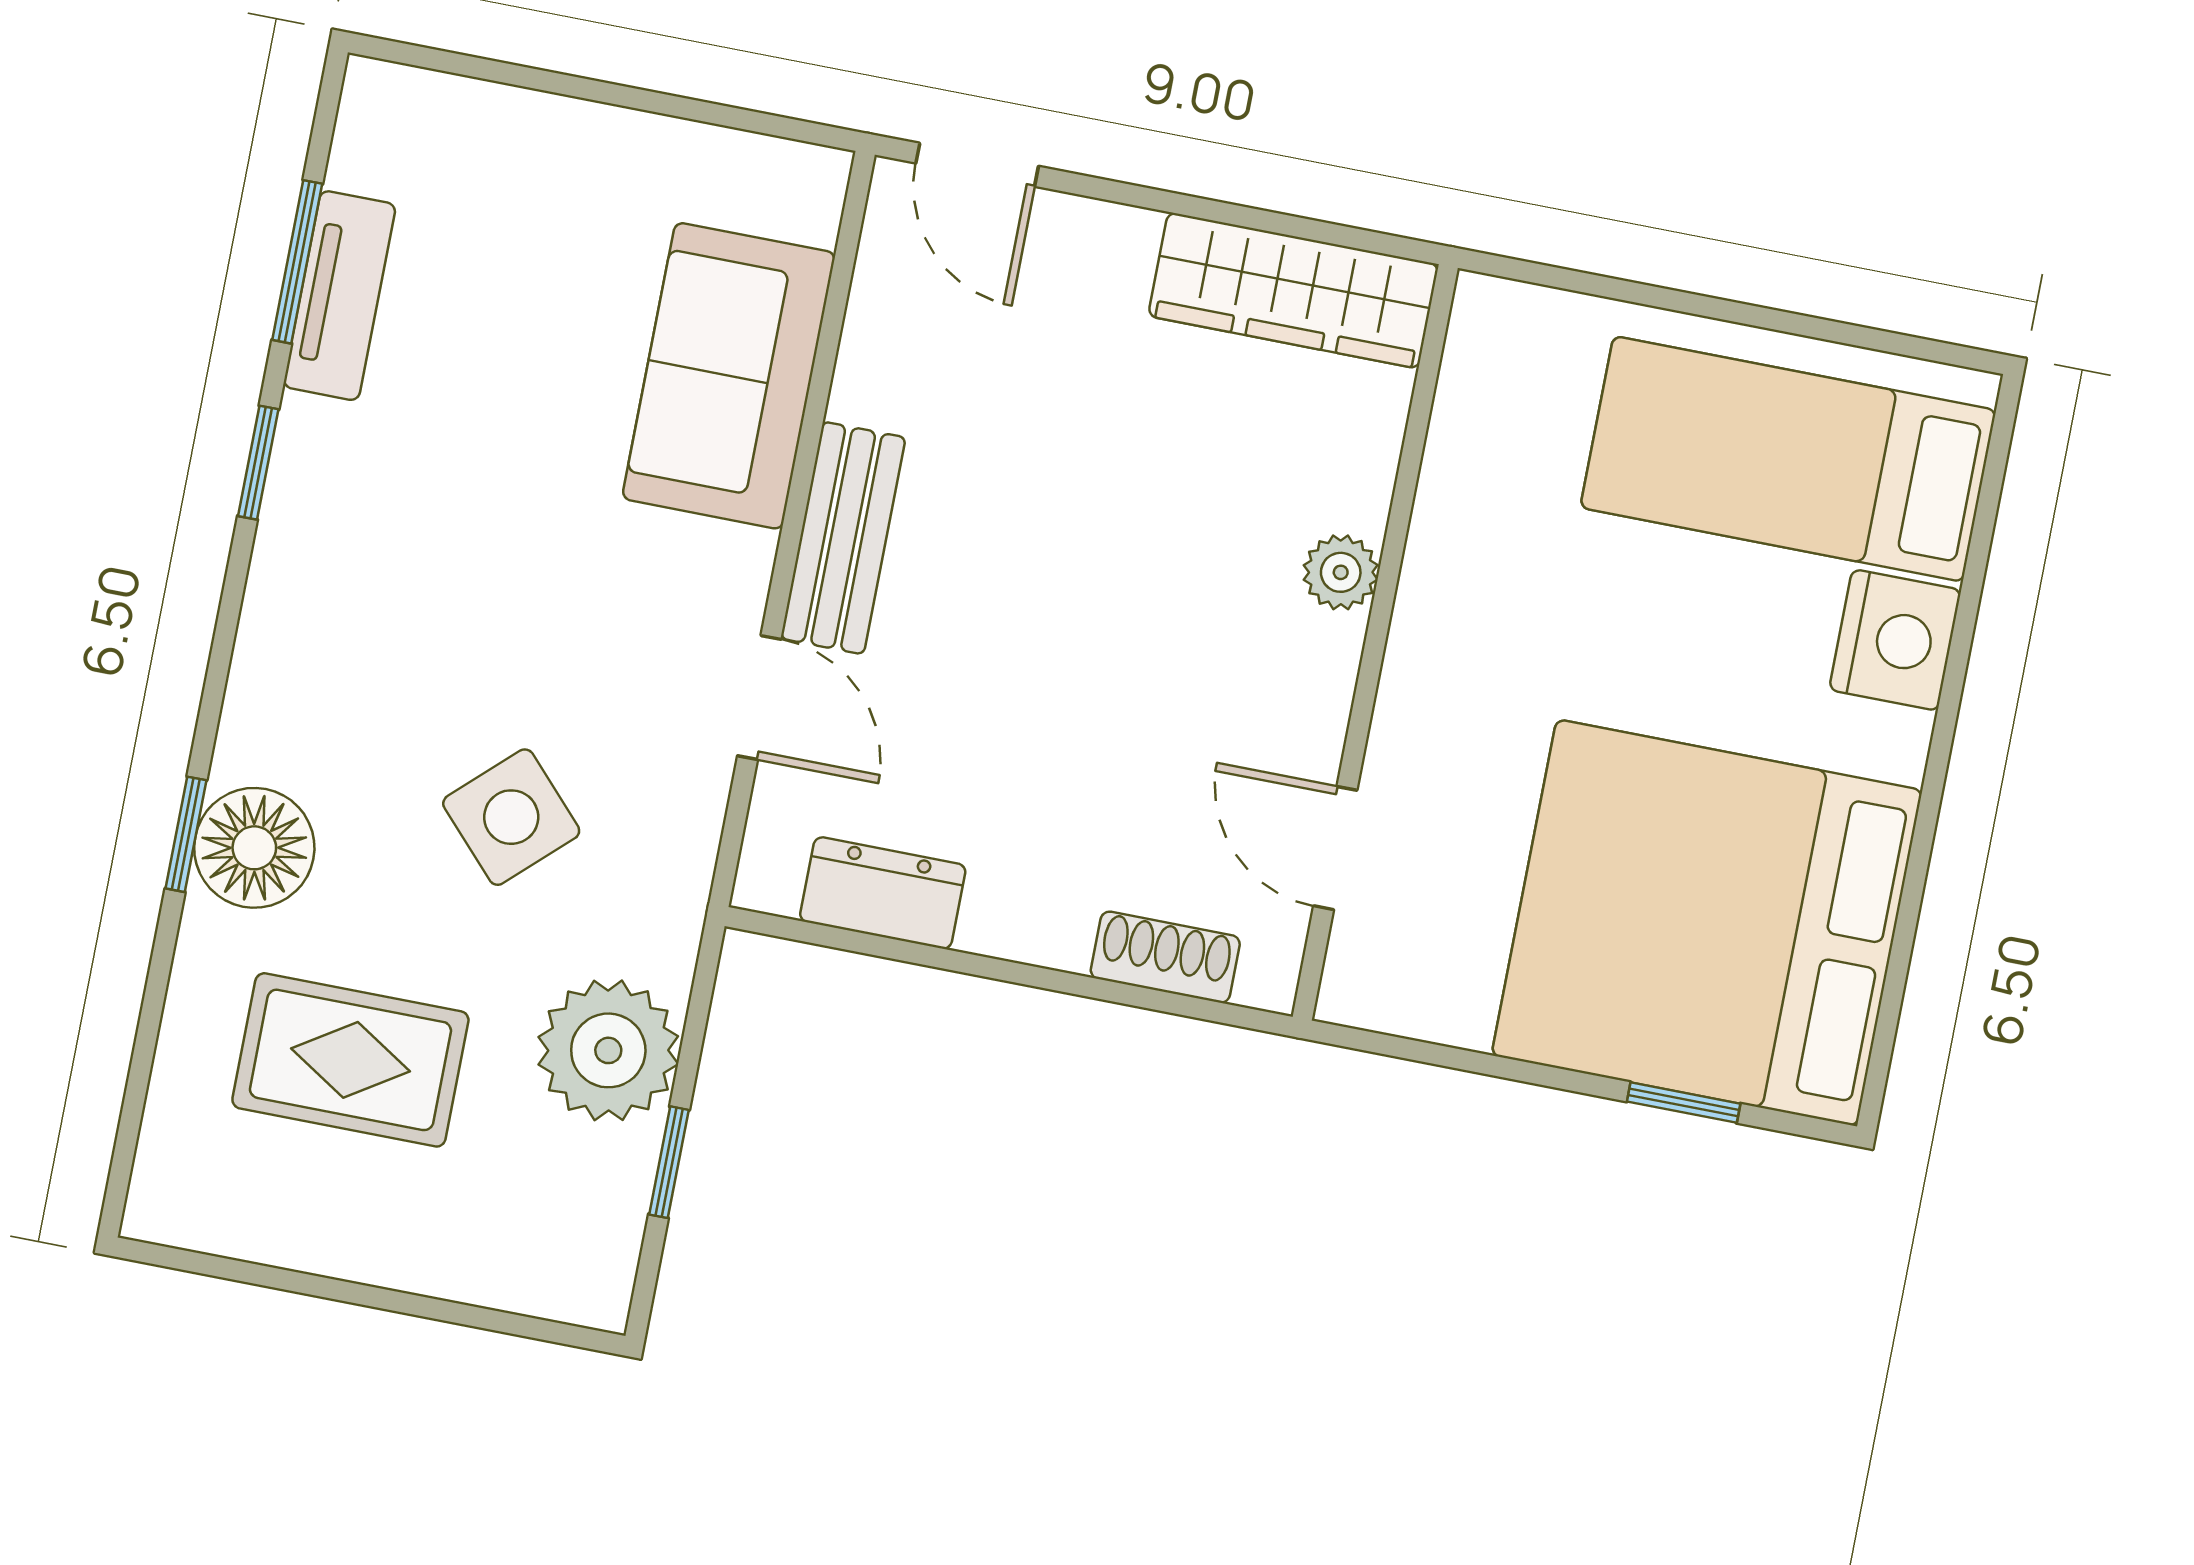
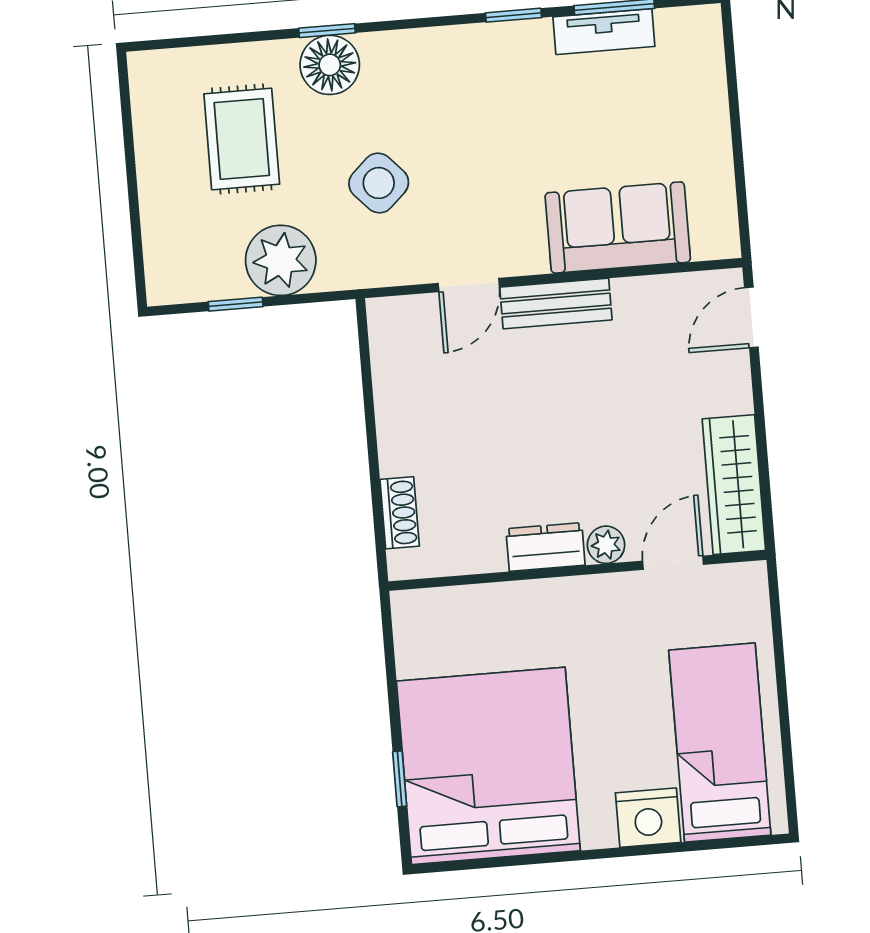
door: (1335, 848) -> (673, 563), moved
dresser: (883, 893) -> (546, 547), moved, turned -90

